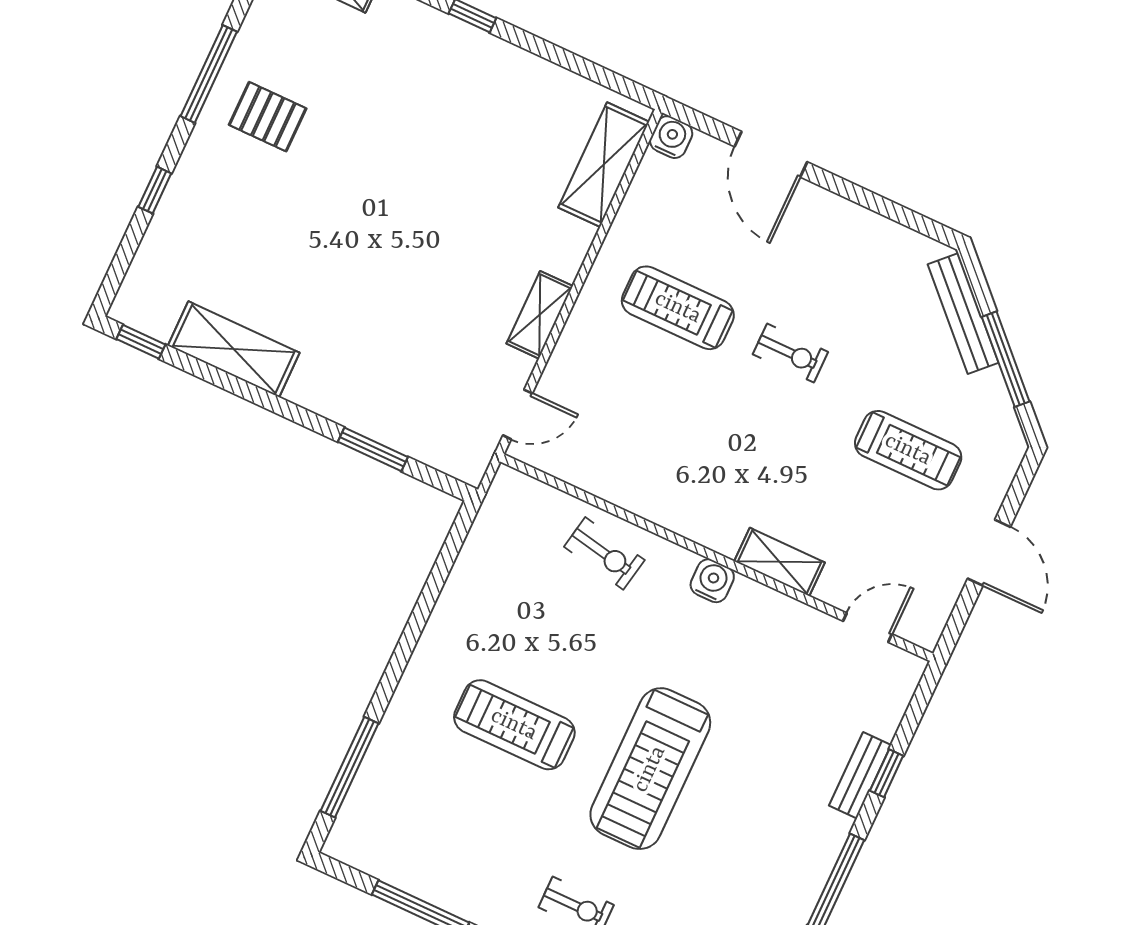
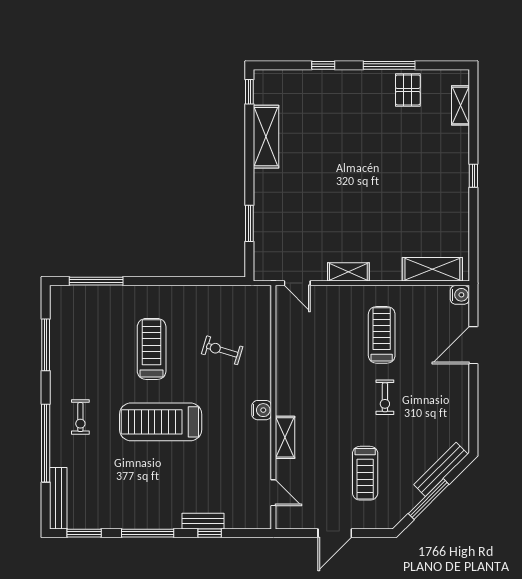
pallet: (268, 117) -> (408, 90), moved
exercise bike: (604, 553) -> (222, 350), moved, turned 96

